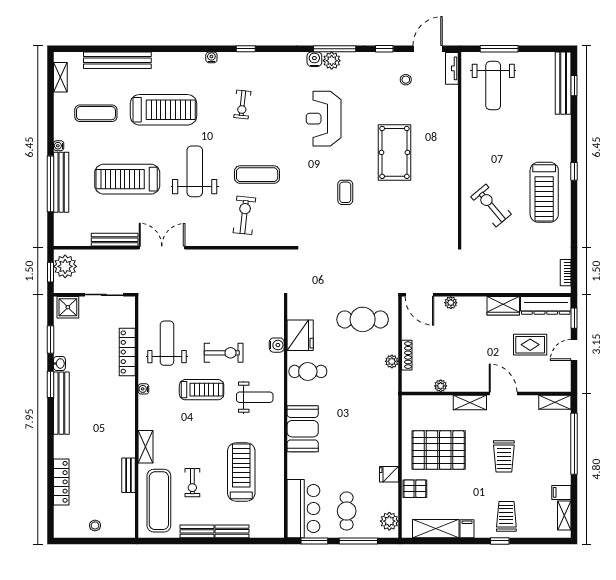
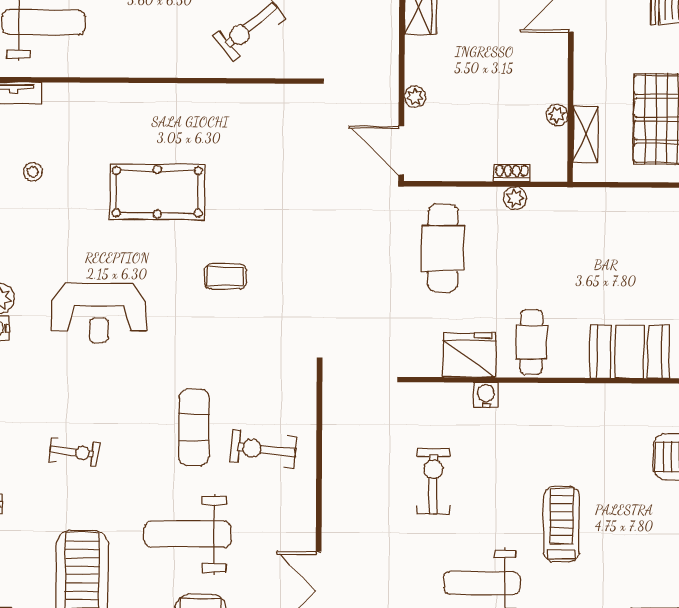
door: (419, 295) -> (401, 150), swing flipped
exercise bike: (224, 353) -> (433, 481), moved
shoe rack: (407, 355) -> (512, 173), width x0.70
weight bench: (255, 397) -> (575, 433), removed
shelving: (470, 403) -> (586, 134), moved

